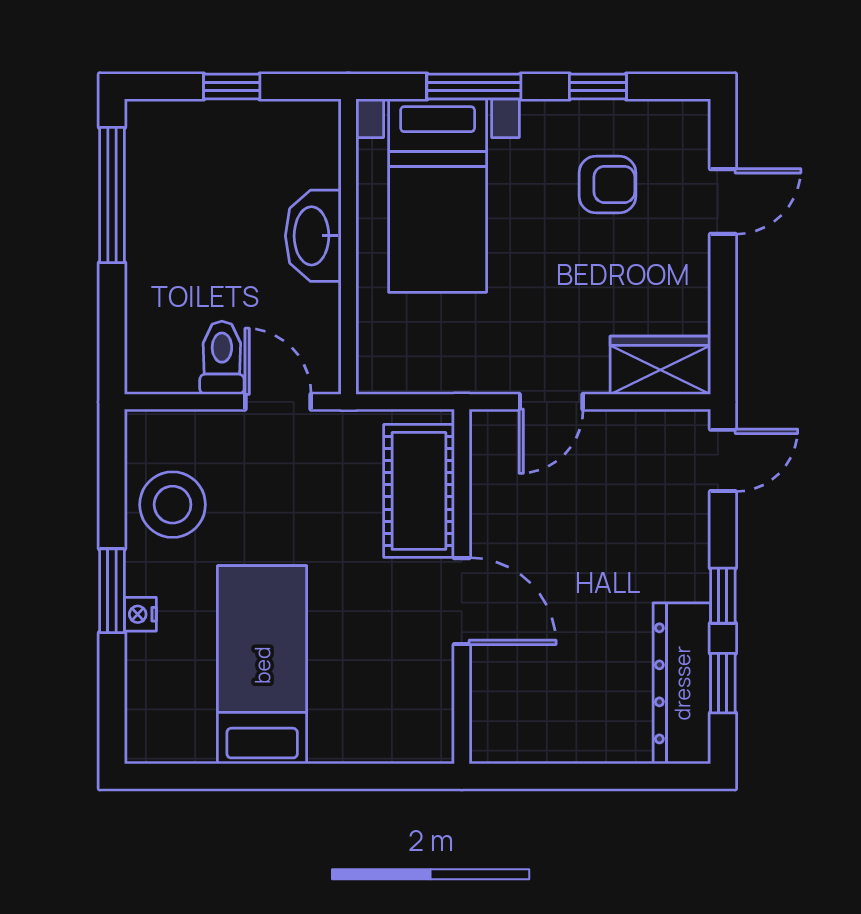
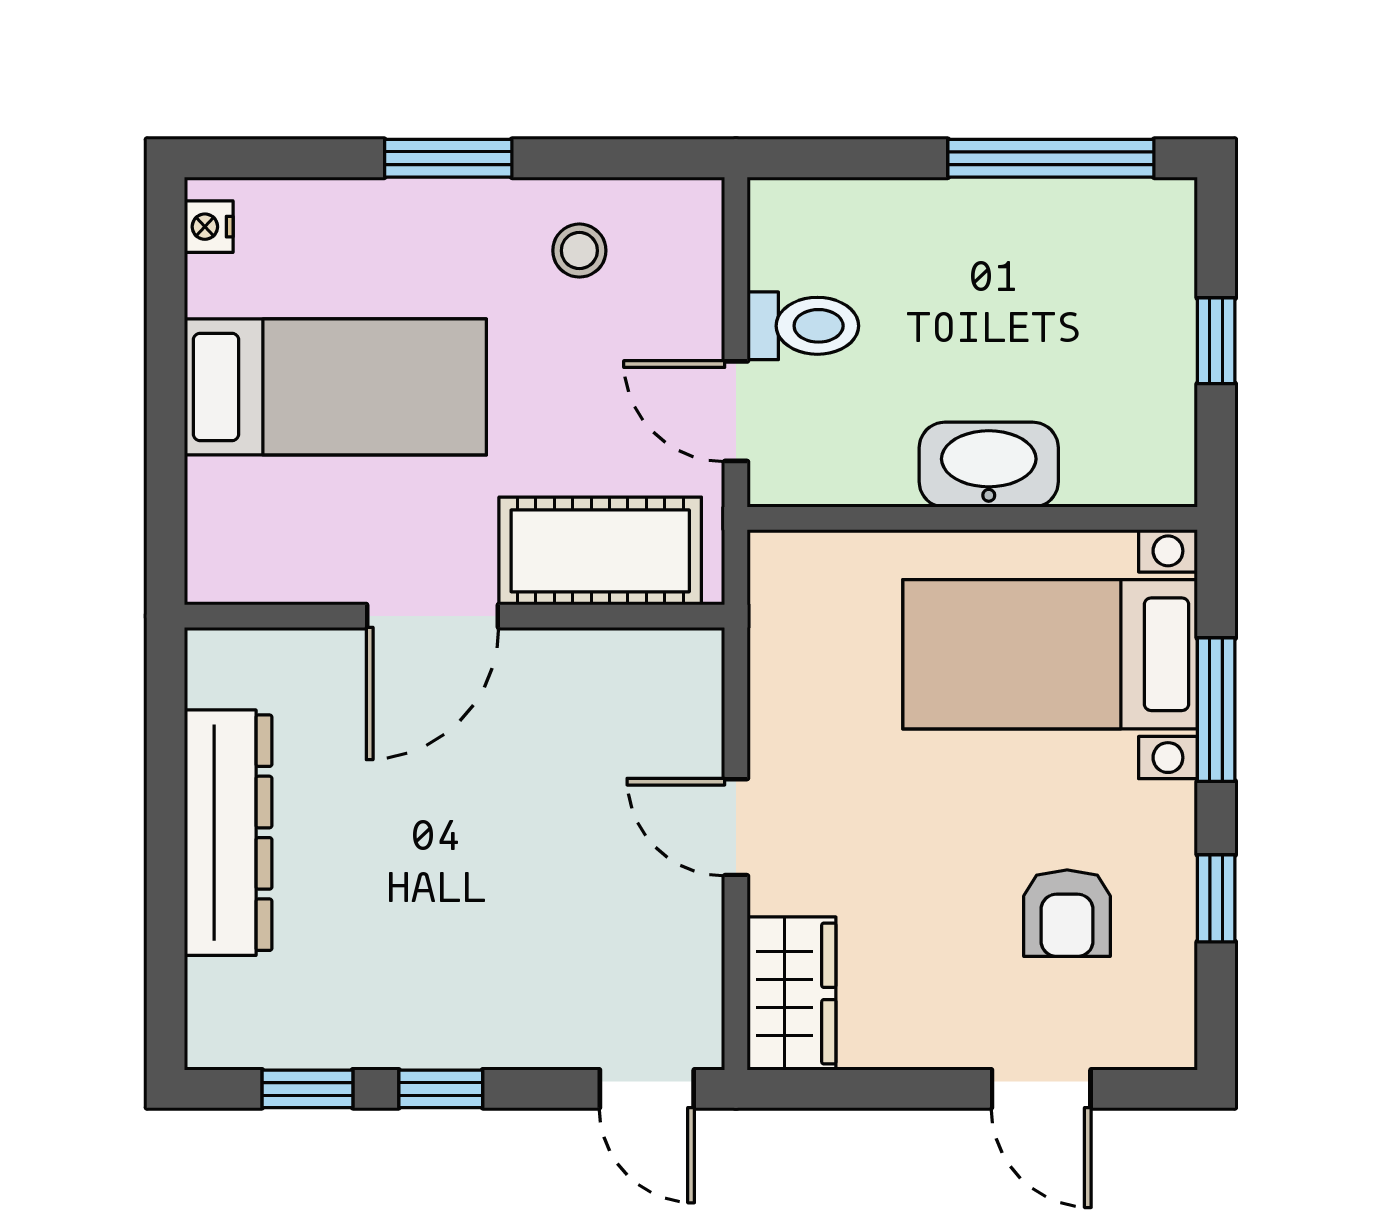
door: (278, 402) -> (736, 411), swing flipped
cot: (419, 491) -> (600, 551), moved
stool: (173, 505) -> (579, 251), width x0.53, depth x0.53
wall: (462, 587) -> (455, 616), moved
door: (462, 601) -> (432, 616), moved
nightstand: (140, 614) -> (209, 227), moved, turned -90
dresser: (682, 683) -> (228, 833), moved, turned 90

